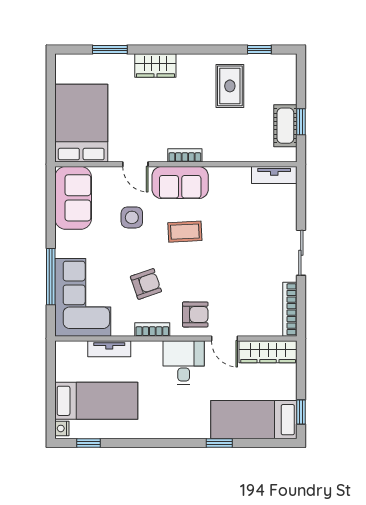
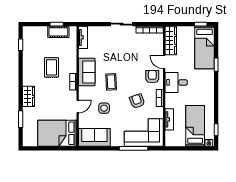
rug: (230, 86) -> (52, 67), moved, turned 90
sofa: (180, 183) -> (87, 72), moved
door: (224, 339) -> (164, 62), swing flipped

